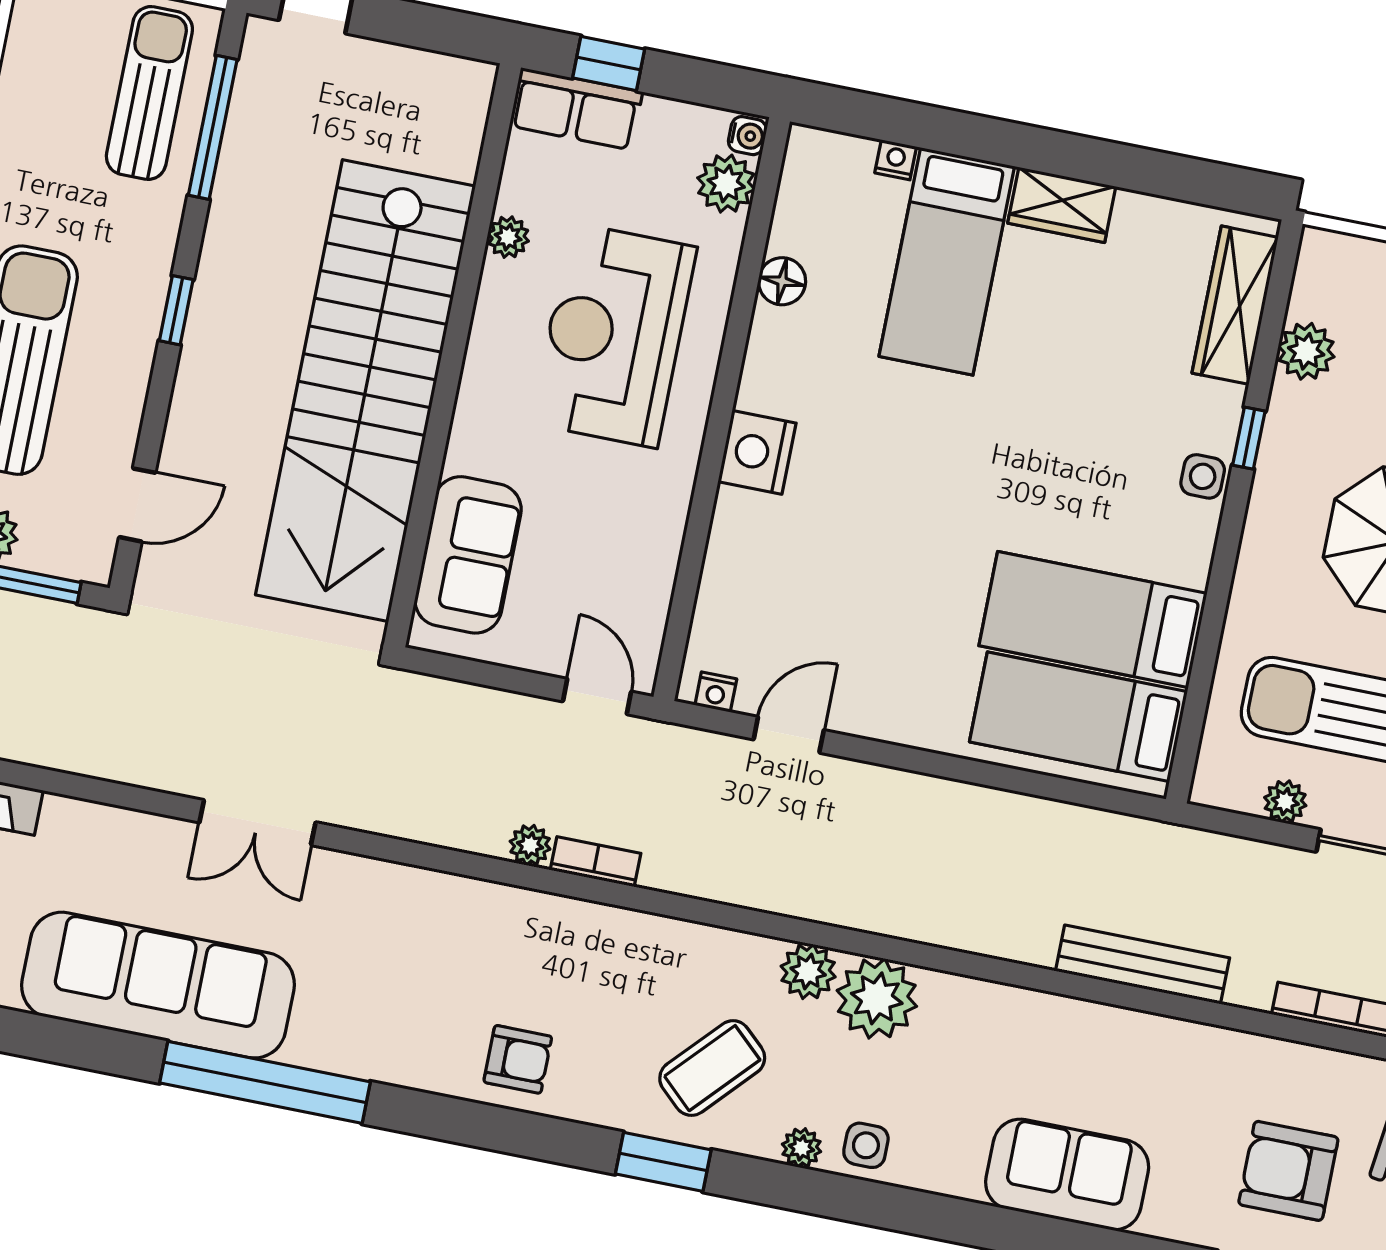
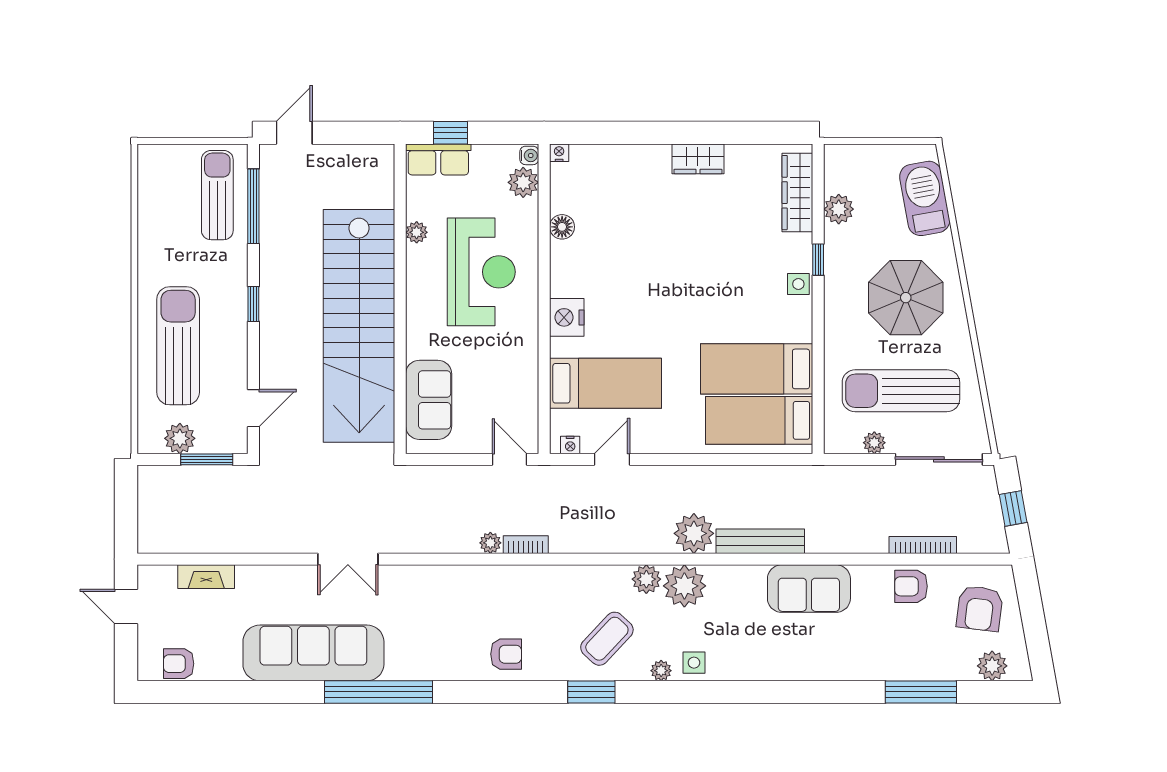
nightstand: (896, 160) -> (559, 153), moved
bed: (947, 261) -> (606, 383), moved, turned -90
reception desk: (614, 335) -> (481, 272), turned 180
plant: (914, 904) -> (694, 533), added
bench: (1143, 964) -> (760, 541), moved
armchair: (1288, 1171) -> (911, 586), moved, width x0.72, depth x0.72
sofa: (1067, 1175) -> (809, 589), moved, turned 180

